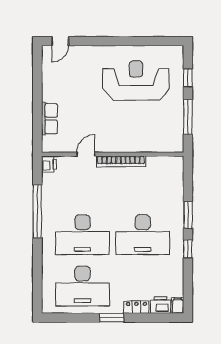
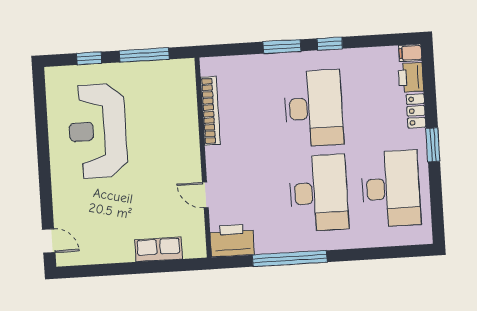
bookcase: (121, 161) -> (210, 111), moved
printer: (49, 164) -> (232, 241), width x1.87, depth x1.48

